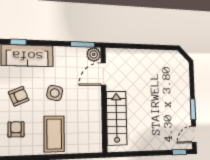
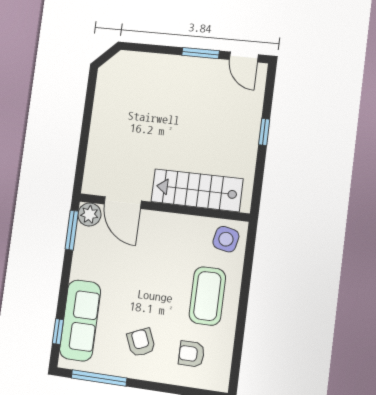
side table: (55, 93) -> (226, 239), moved
coffee table: (54, 134) -> (207, 296), turned 90
window: (179, 152) -> (264, 132), moved

